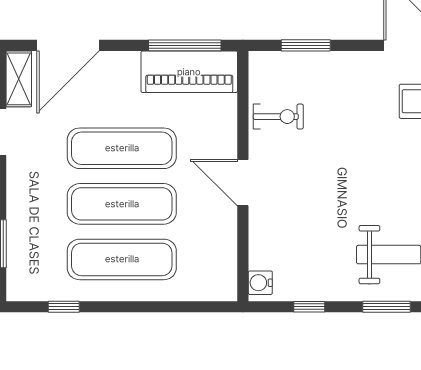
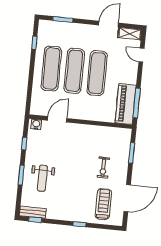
door: (68, 45) -> (141, 55), width x0.53
exercise bike: (278, 117) -> (103, 168), moved
door: (243, 183) -> (57, 119), moved

